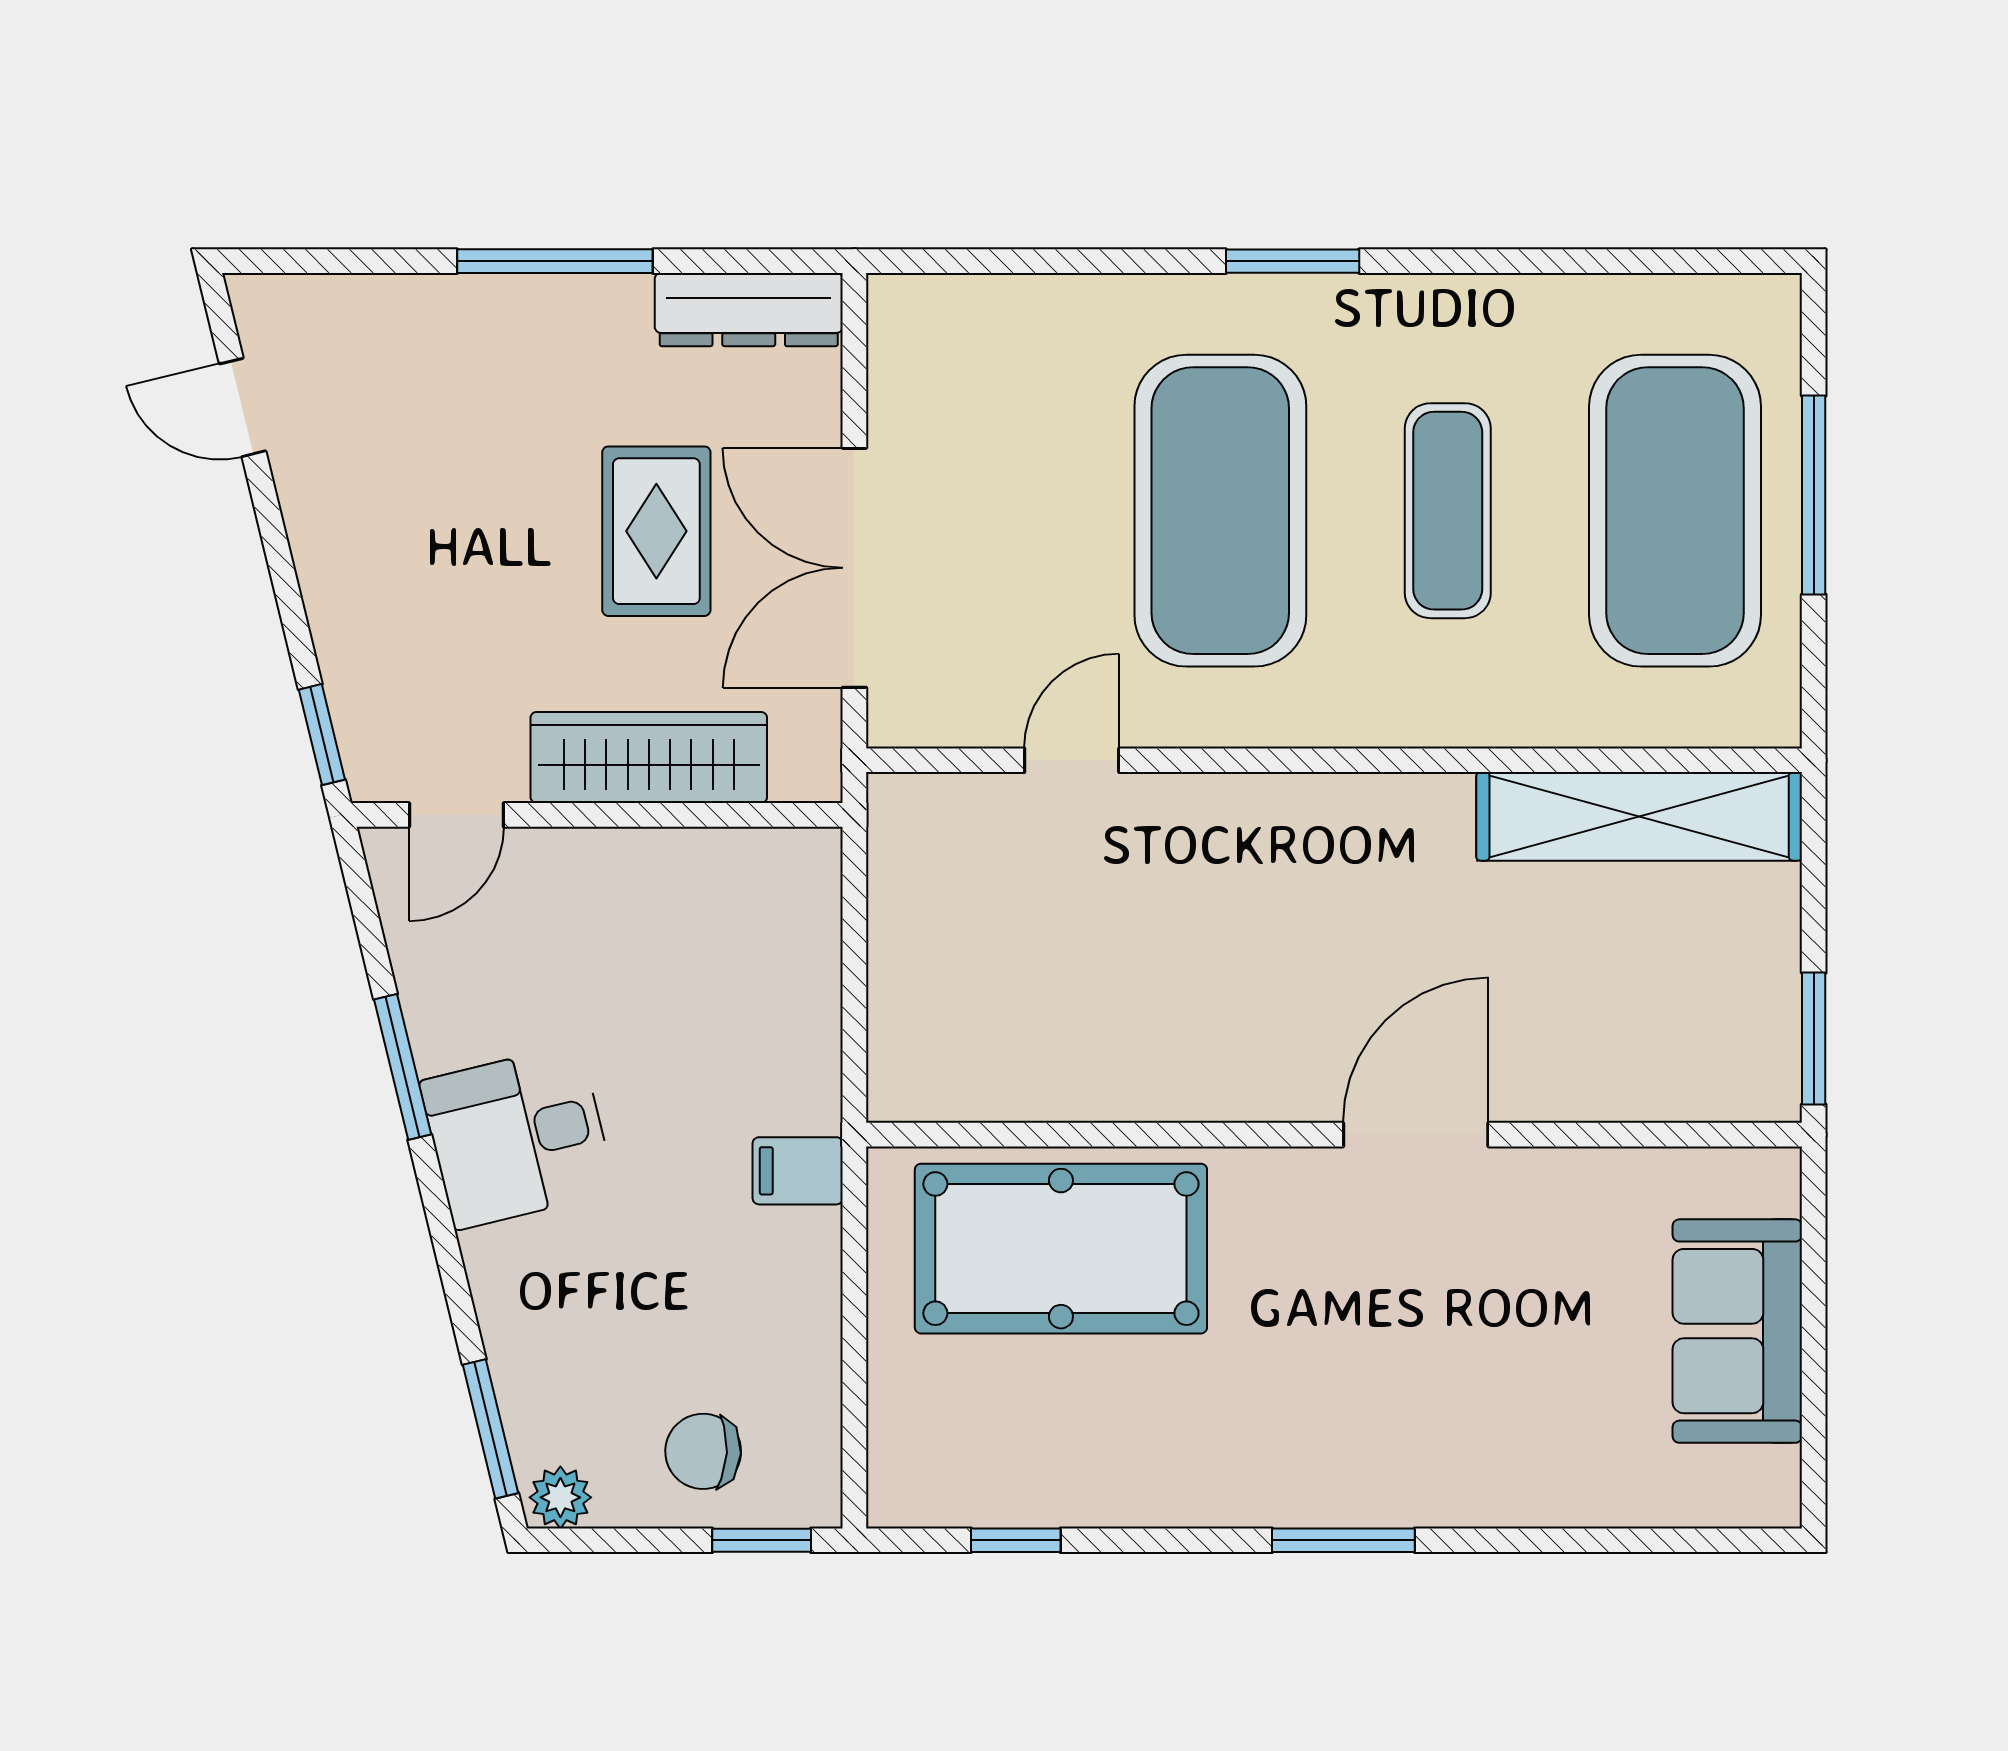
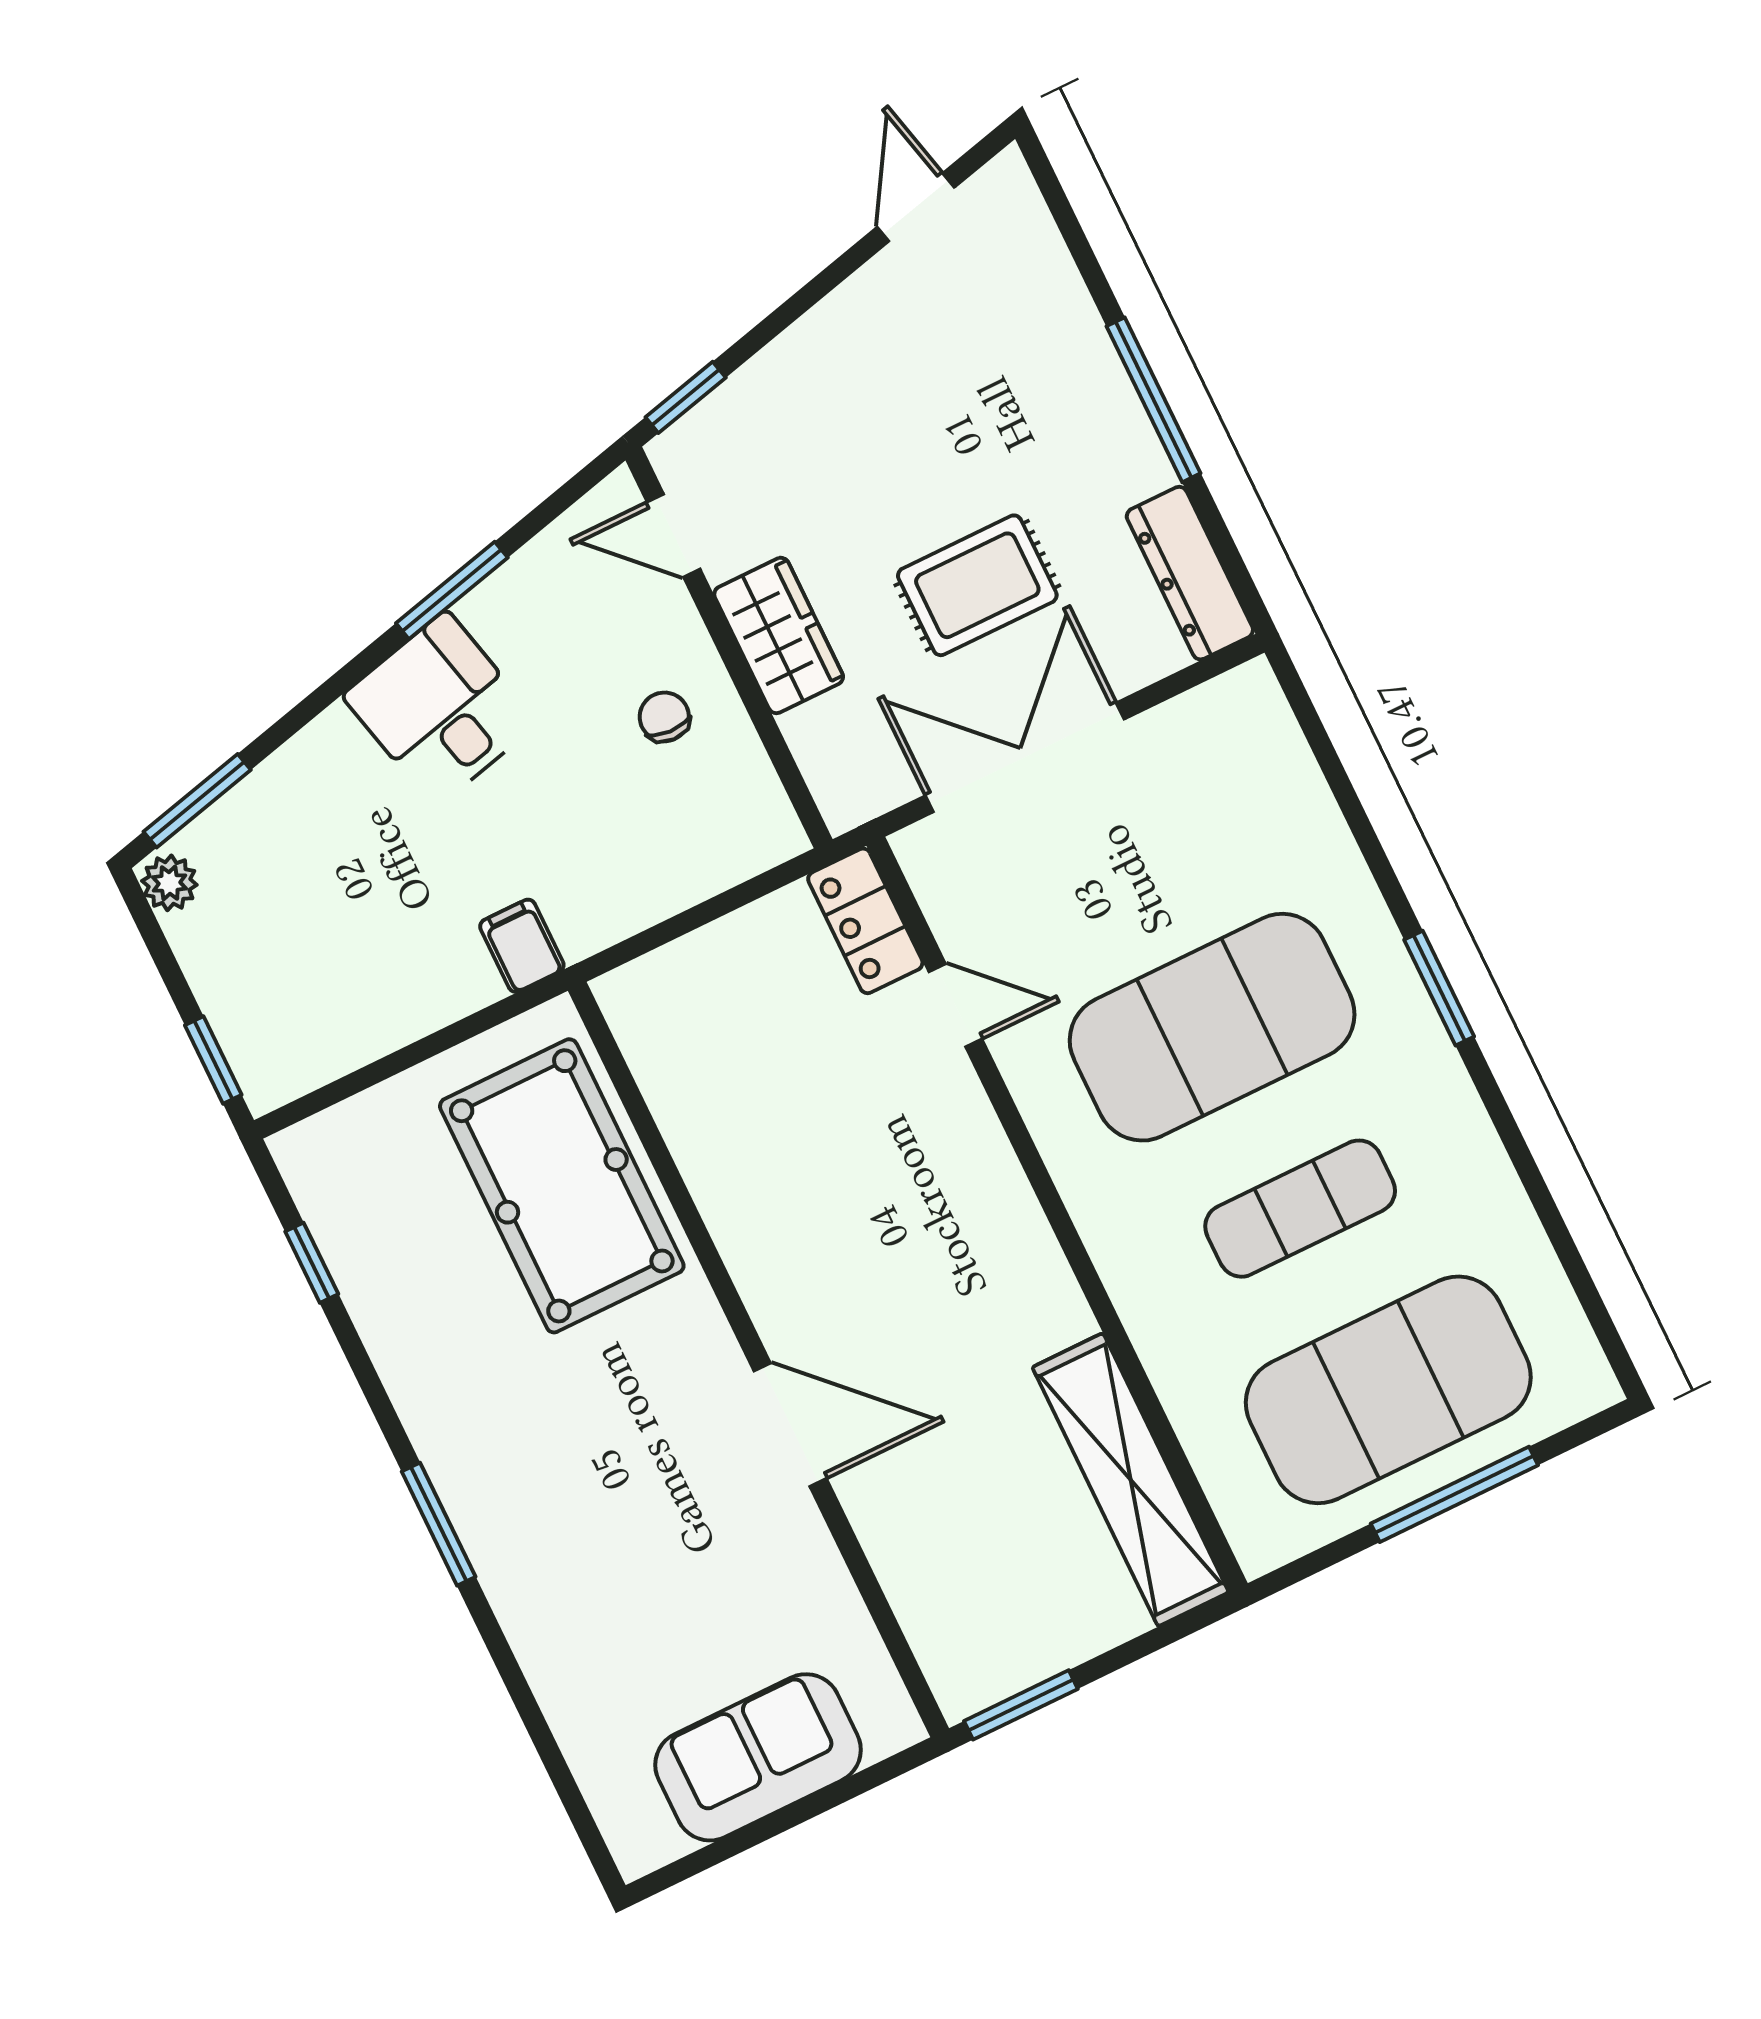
wardrobe: (649, 757) -> (779, 635), width x0.67
locker: (942, 810) -> (865, 921), added
chair: (703, 1451) -> (664, 717), moved, width x0.73, depth x0.73

